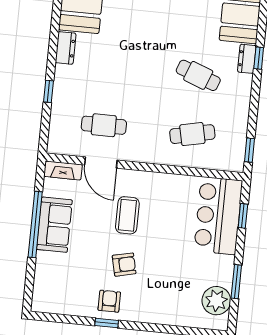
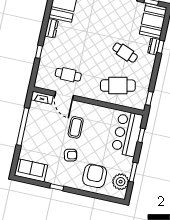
cafe table: (192, 134) -> (118, 86), width x1.37, depth x1.35
sofa: (54, 225) -> (31, 170), moved, turned -90
armchair: (109, 301) -> (95, 176), moved, width x1.88, depth x1.88

